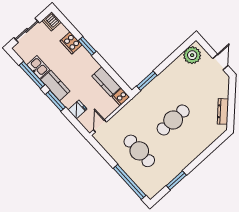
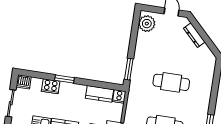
dresser: (223, 111) -> (194, 35), moved
cafe table: (173, 120) -> (171, 82), turned 90

